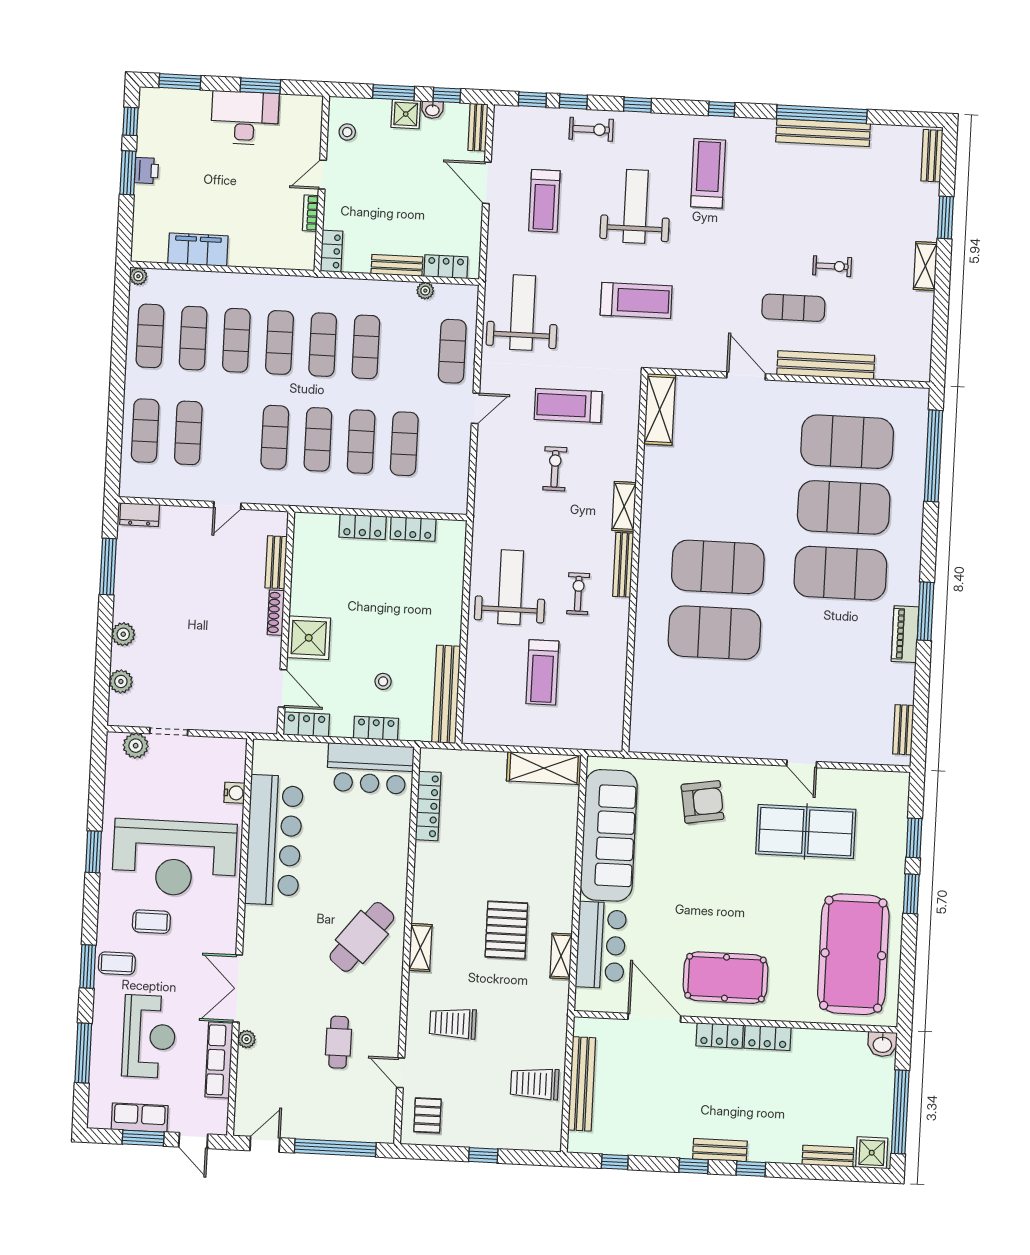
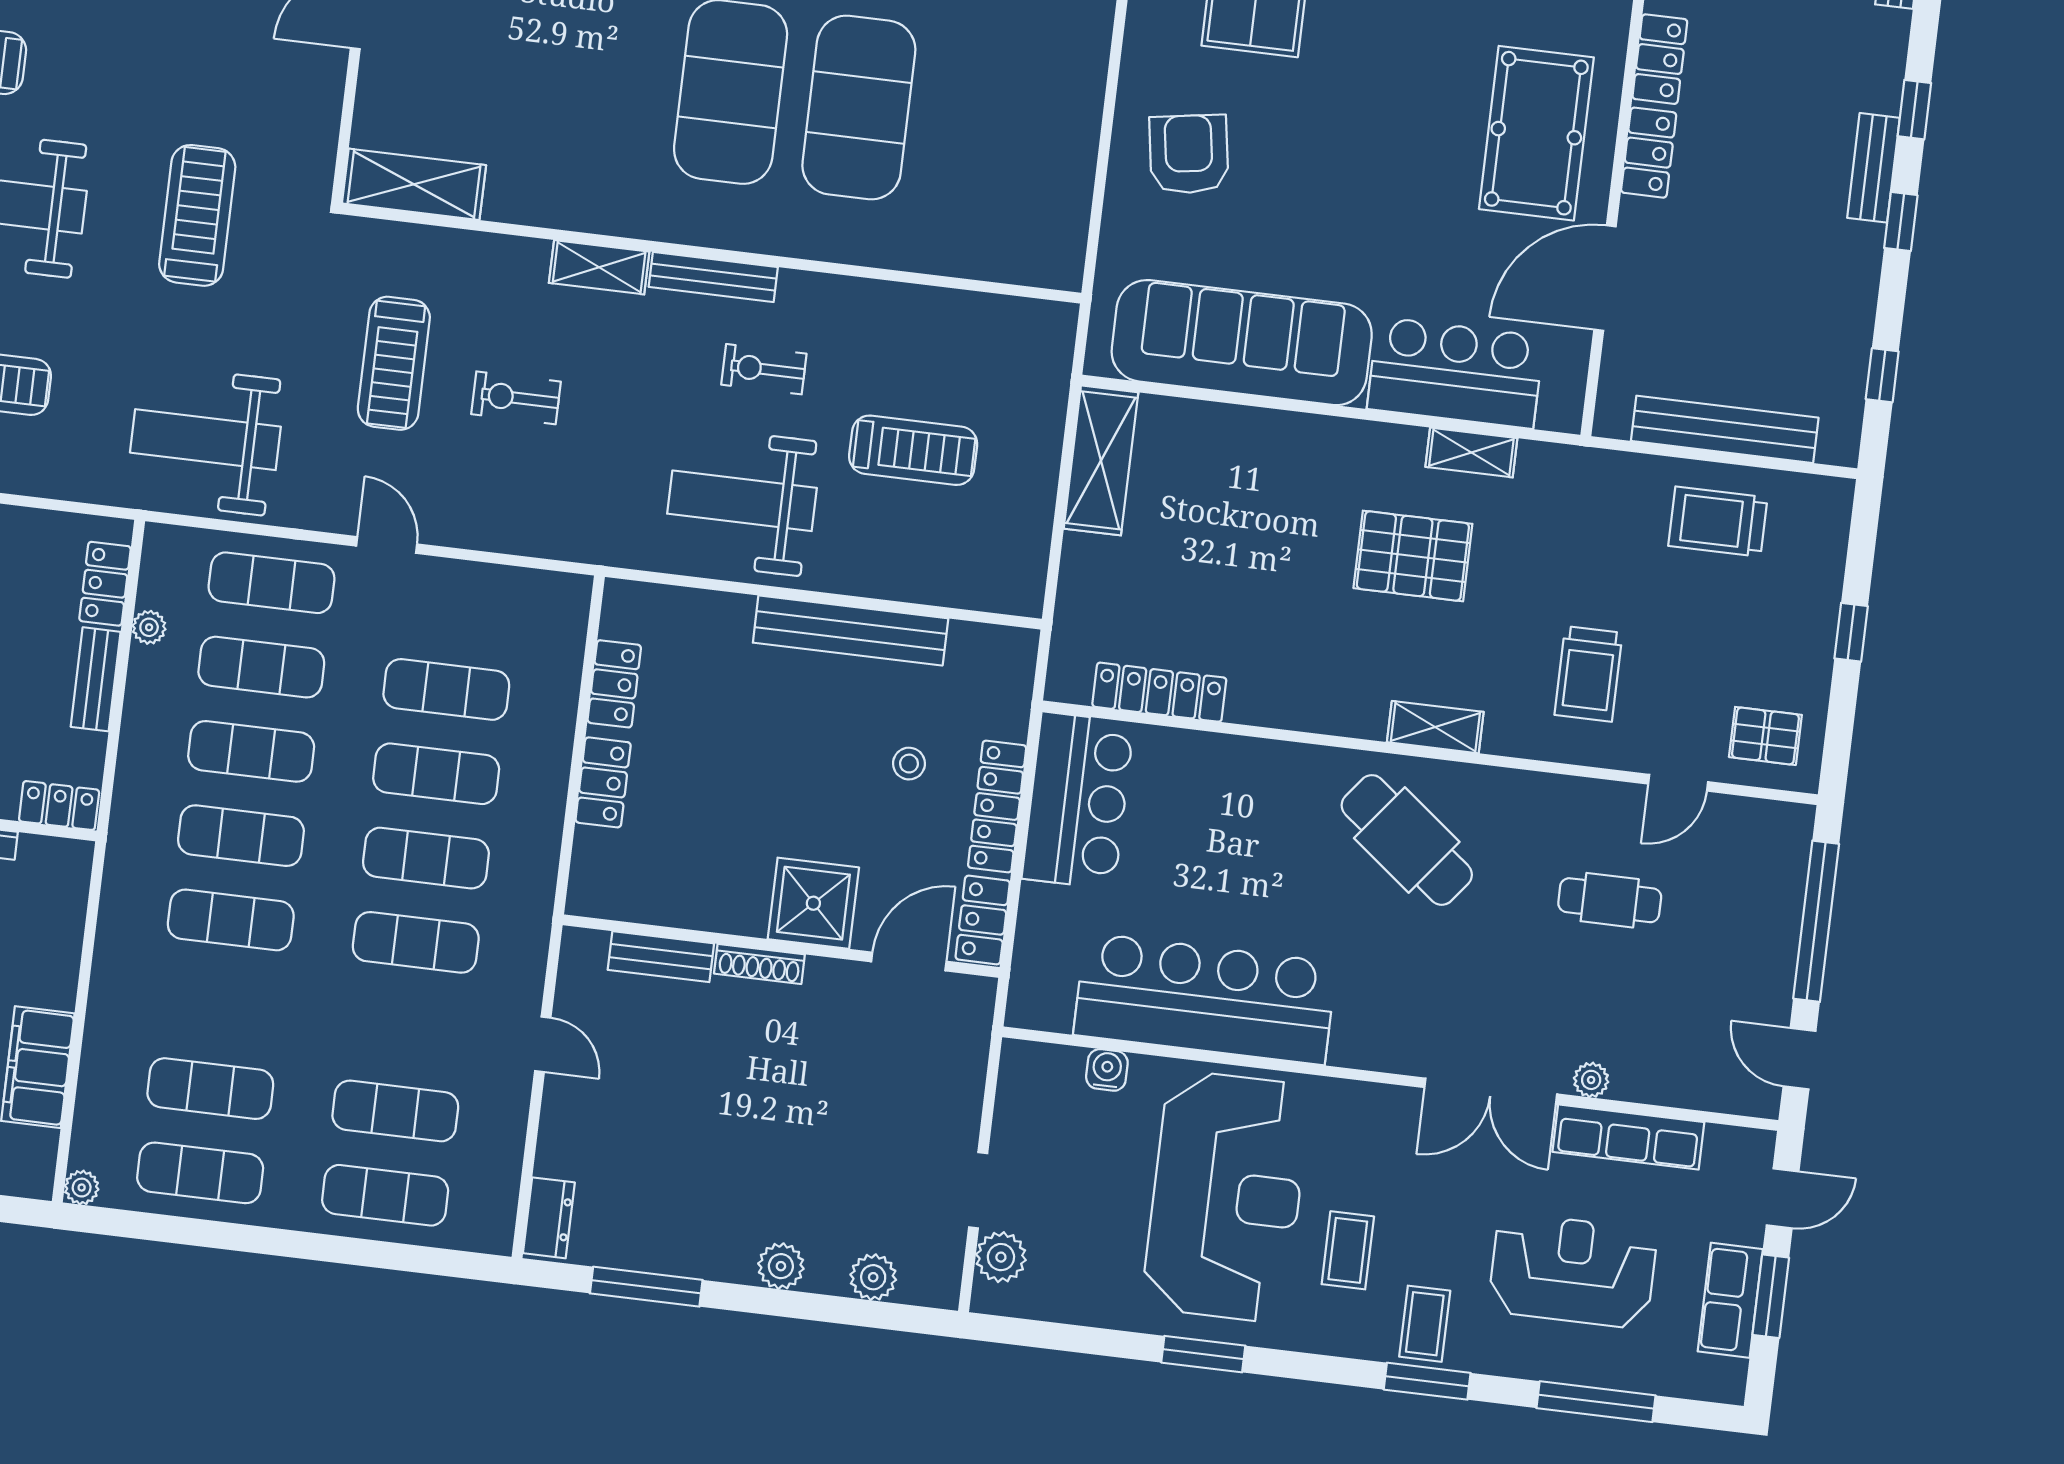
exercise mat: (236, 340) -> (261, 667), moved
bench: (446, 694) -> (851, 631), moved
locker: (376, 728) -> (997, 807), width x1.53
trolley: (535, 1084) -> (1718, 522), turned 90

